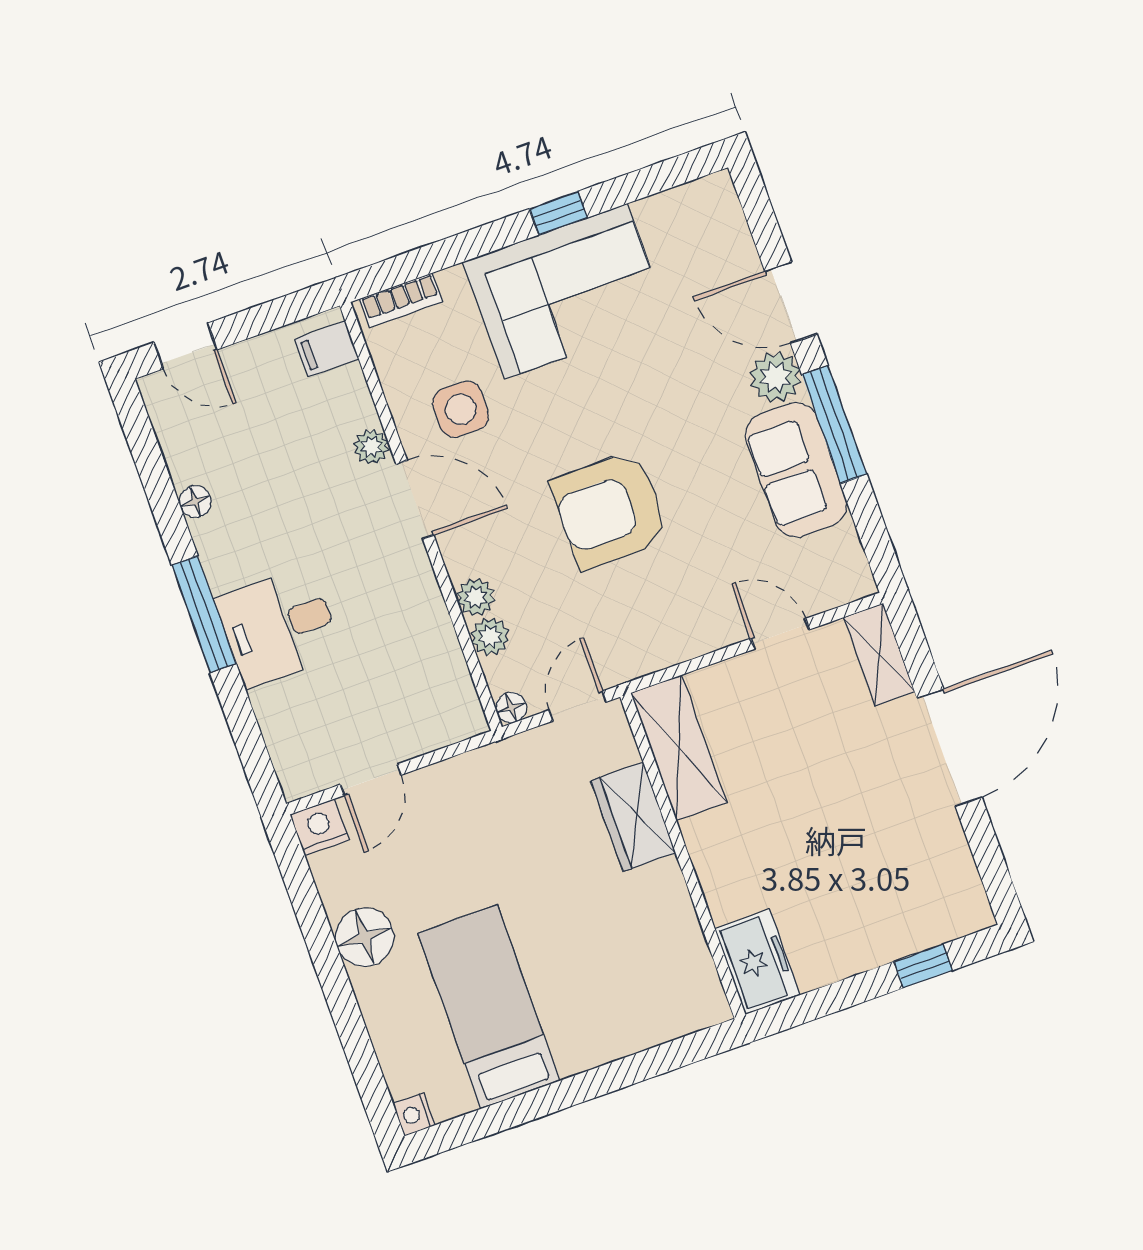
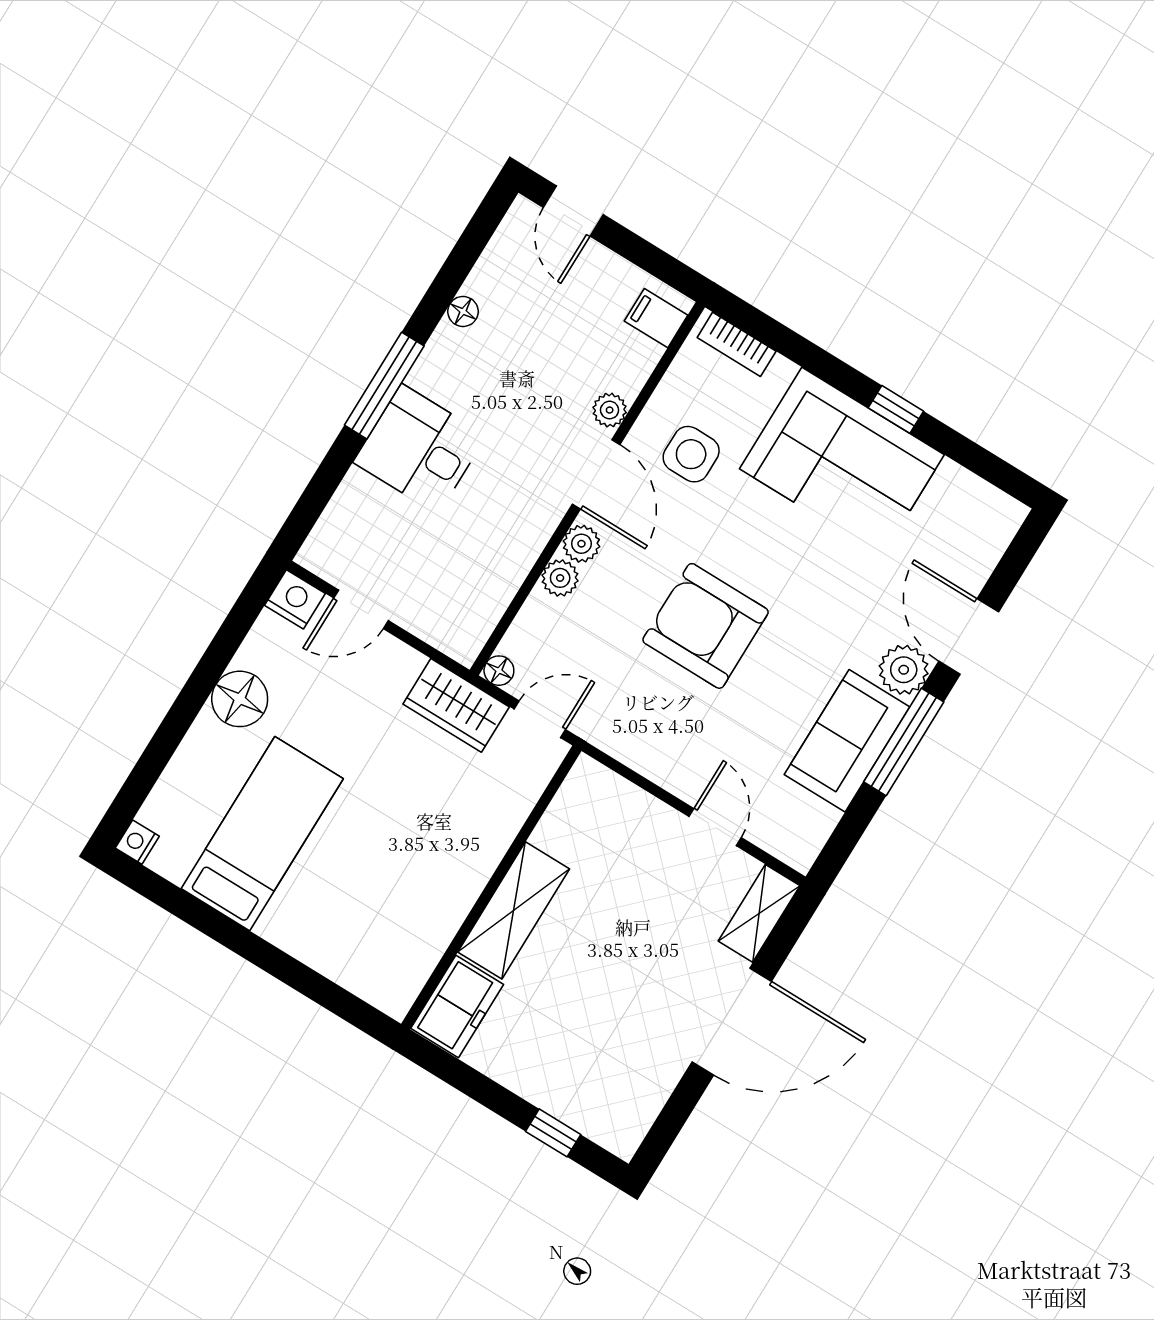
plant: (490, 637) -> (581, 544), moved
shelving: (679, 748) -> (514, 910), moved
wardrobe: (633, 817) -> (456, 705), moved, turned -90

